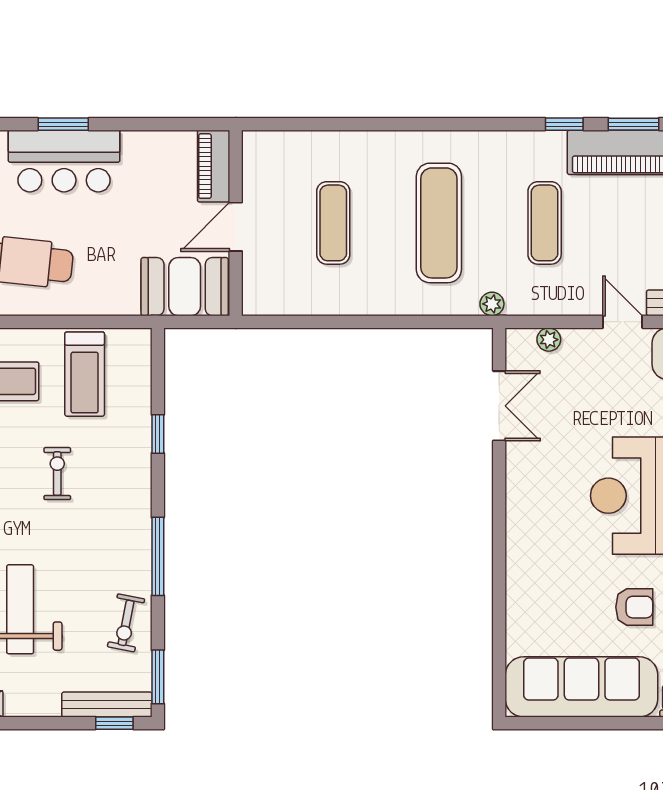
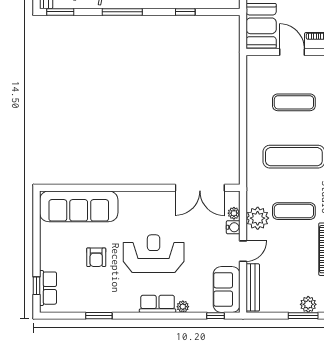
plant: (492, 304) -> (258, 218), moved, width x1.88, depth x1.88
water cooler: (576, 341) -> (233, 227), added
double door: (499, 406) -> (200, 188), width x1.37
sofa: (581, 687) -> (79, 206), moved, turned 90

